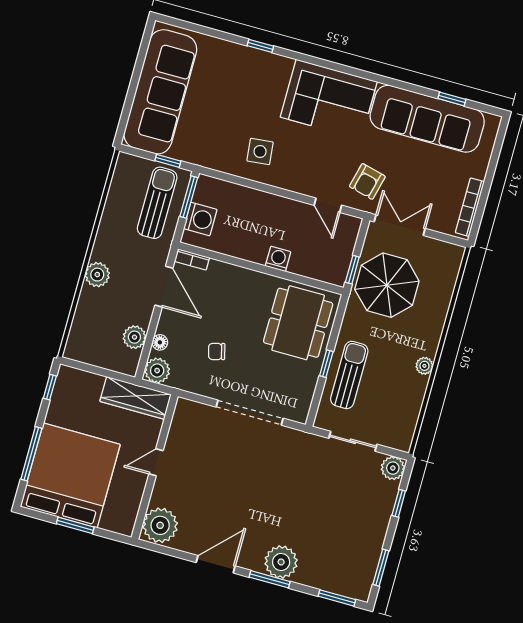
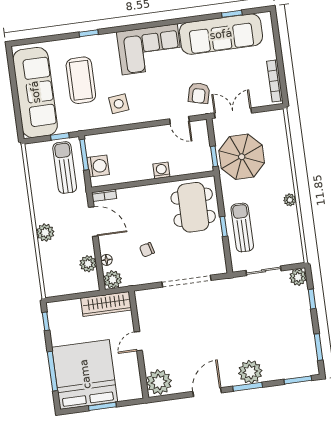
coffee table: (225, 101) -> (81, 80), added

